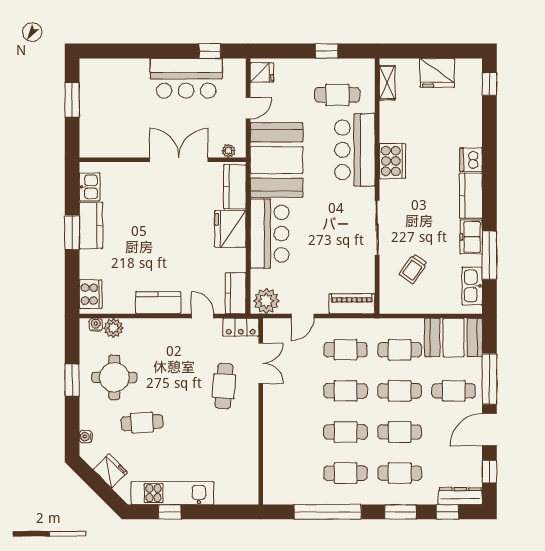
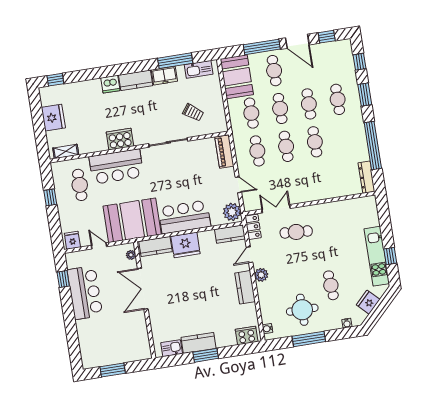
plant: (113, 328) -> (261, 275), moved
window: (72, 380) -> (309, 339), width x1.44
cafe table: (346, 473) -> (344, 137), removed
dresser: (460, 496) -> (366, 177), moved

